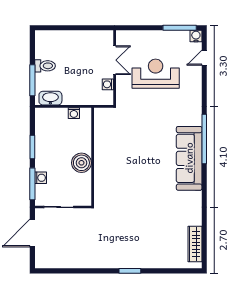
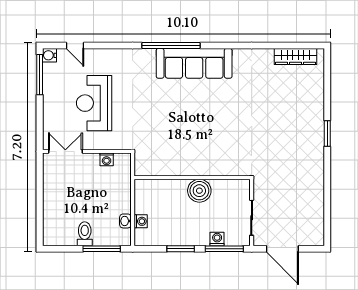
double door: (115, 60) -> (65, 151), moved
washbasin: (50, 98) -> (125, 221), width x0.52, depth x0.69
washing machine: (74, 113) -> (141, 221), moved

